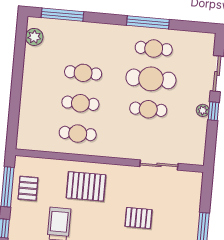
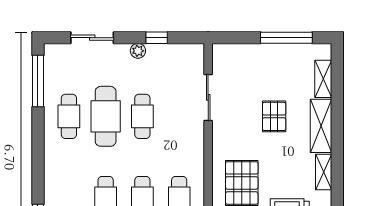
window: (148, 22) -> (38, 81), moved
window: (214, 111) -> (157, 38), moved

